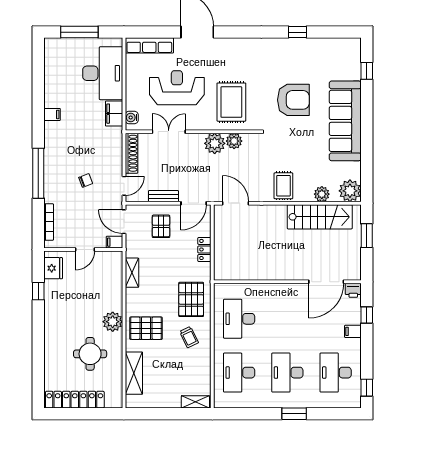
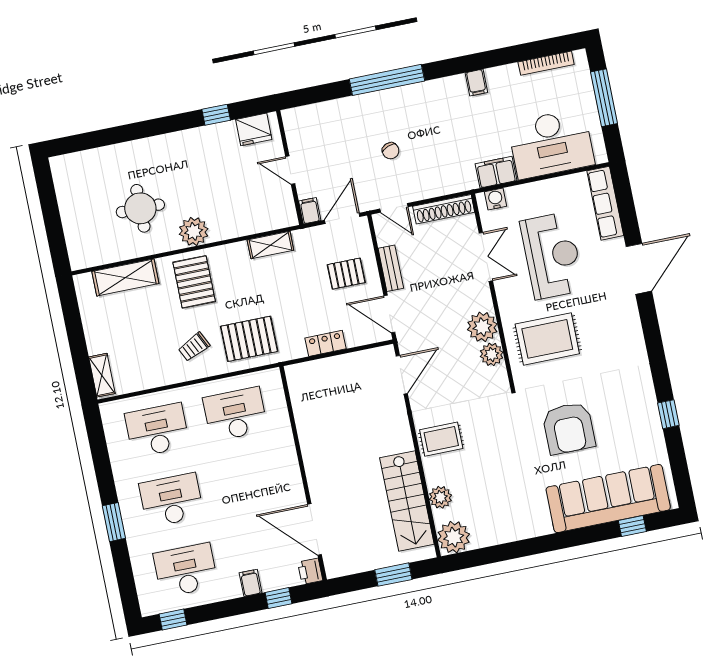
sofa: (345, 121) -> (608, 499), moved
bookcase: (49, 222) -> (546, 63), moved
locker: (75, 400) -> (69, 200), removed

